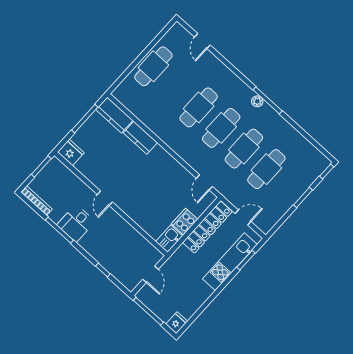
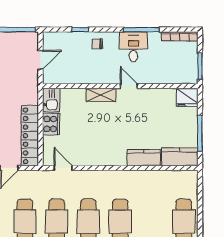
shelving: (130, 210) -> (101, 95), added
chair: (100, 249) -> (97, 44), added
door: (151, 274) -> (40, 60), swing flipped

